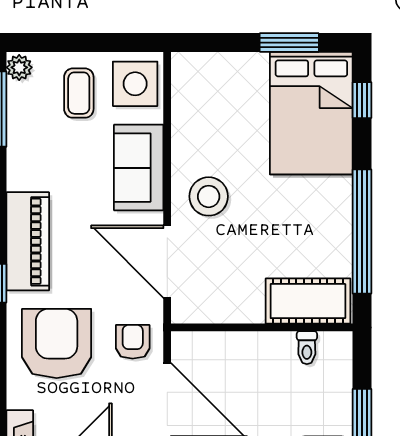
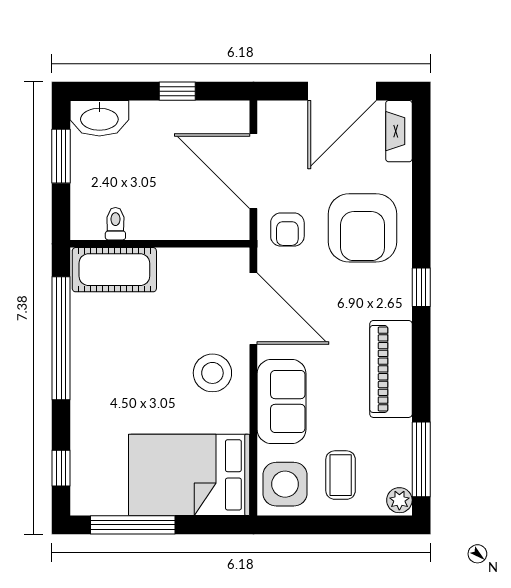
window: (289, 43) -> (133, 525), width x1.44
bed: (311, 113) -> (189, 475), moved, turned -90
piano: (28, 241) -> (391, 369), moved

